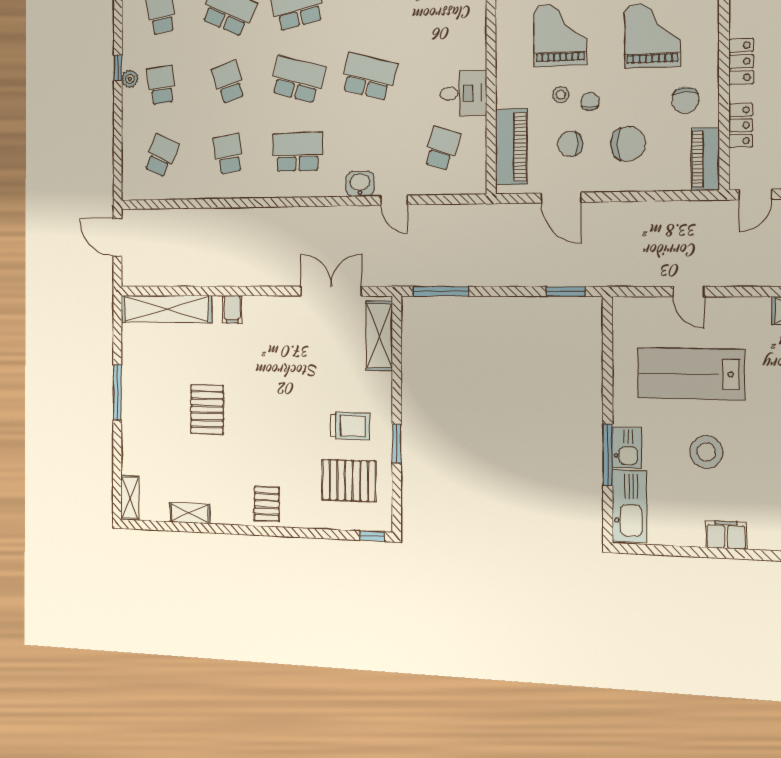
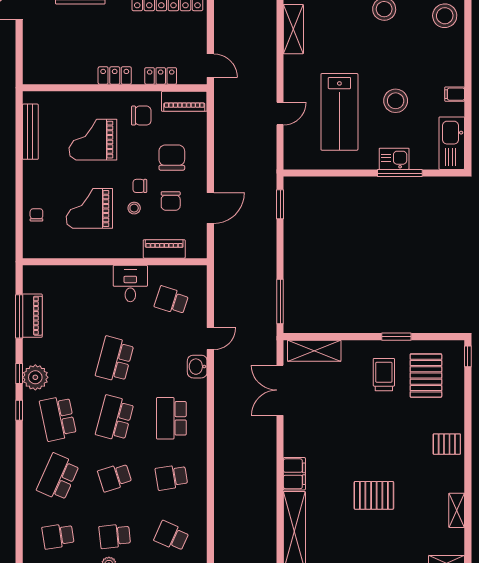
piano: (511, 147) -> (164, 249), width x0.73, depth x0.75
filing cabinet: (232, 309) -> (294, 474), width x2.00
kitchen sink: (629, 506) -> (452, 143), moved, turned -90
filing cabinet: (726, 535) -> (455, 94), width x0.50

